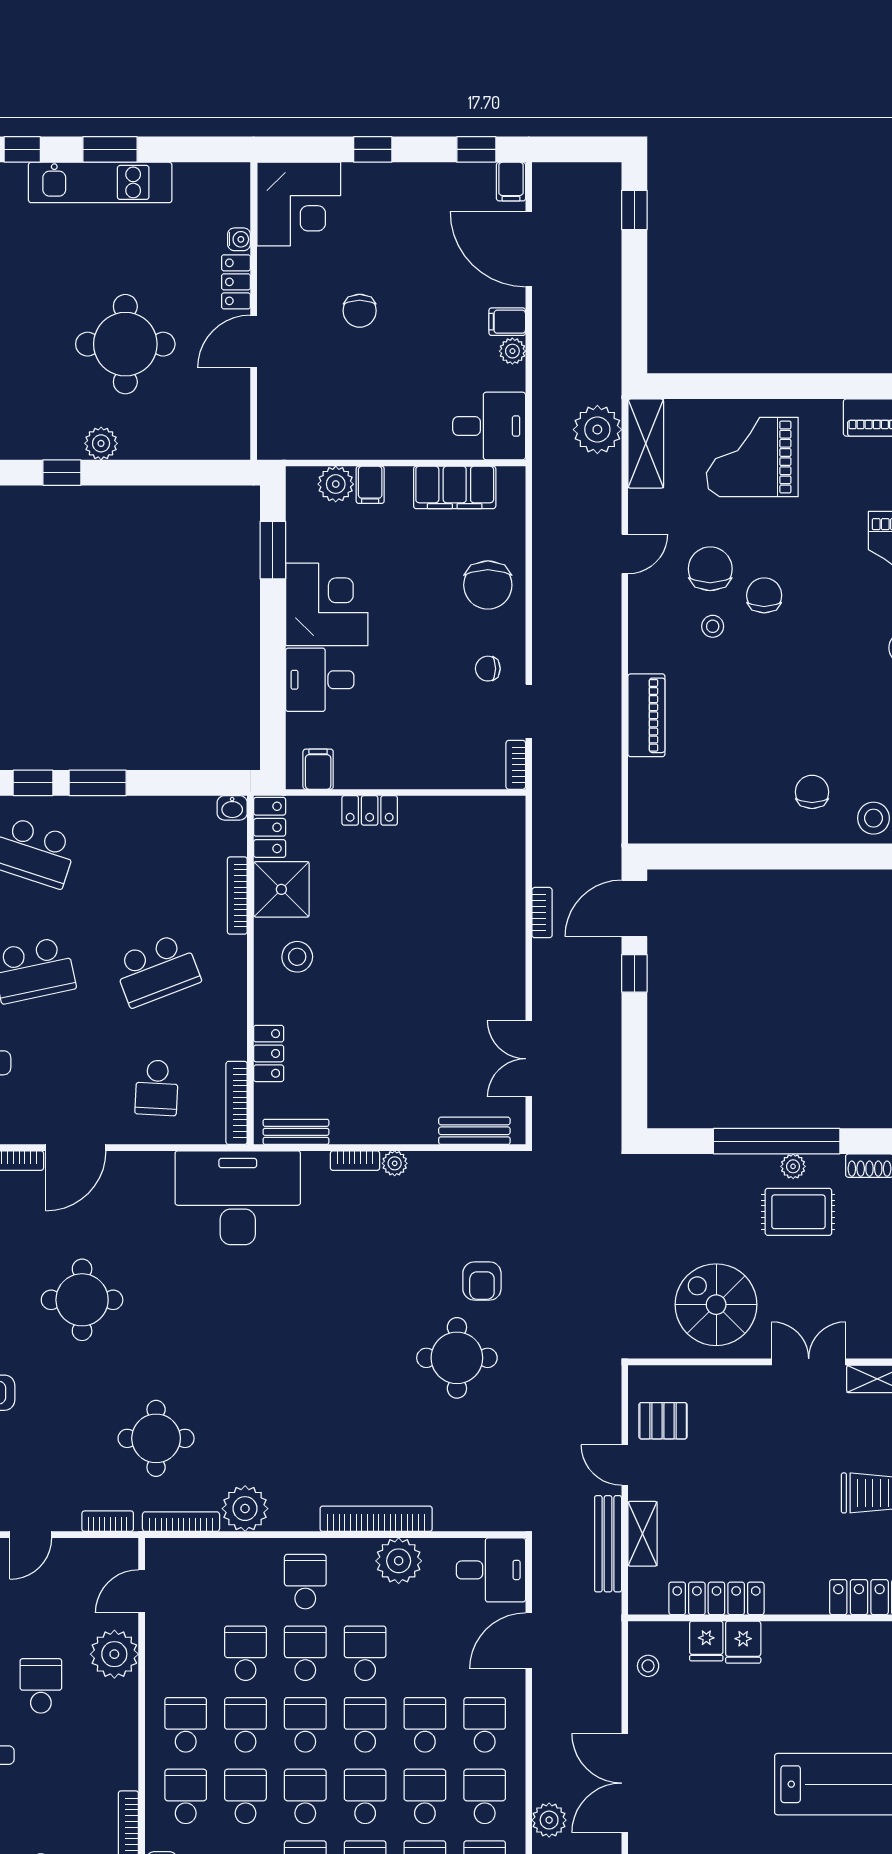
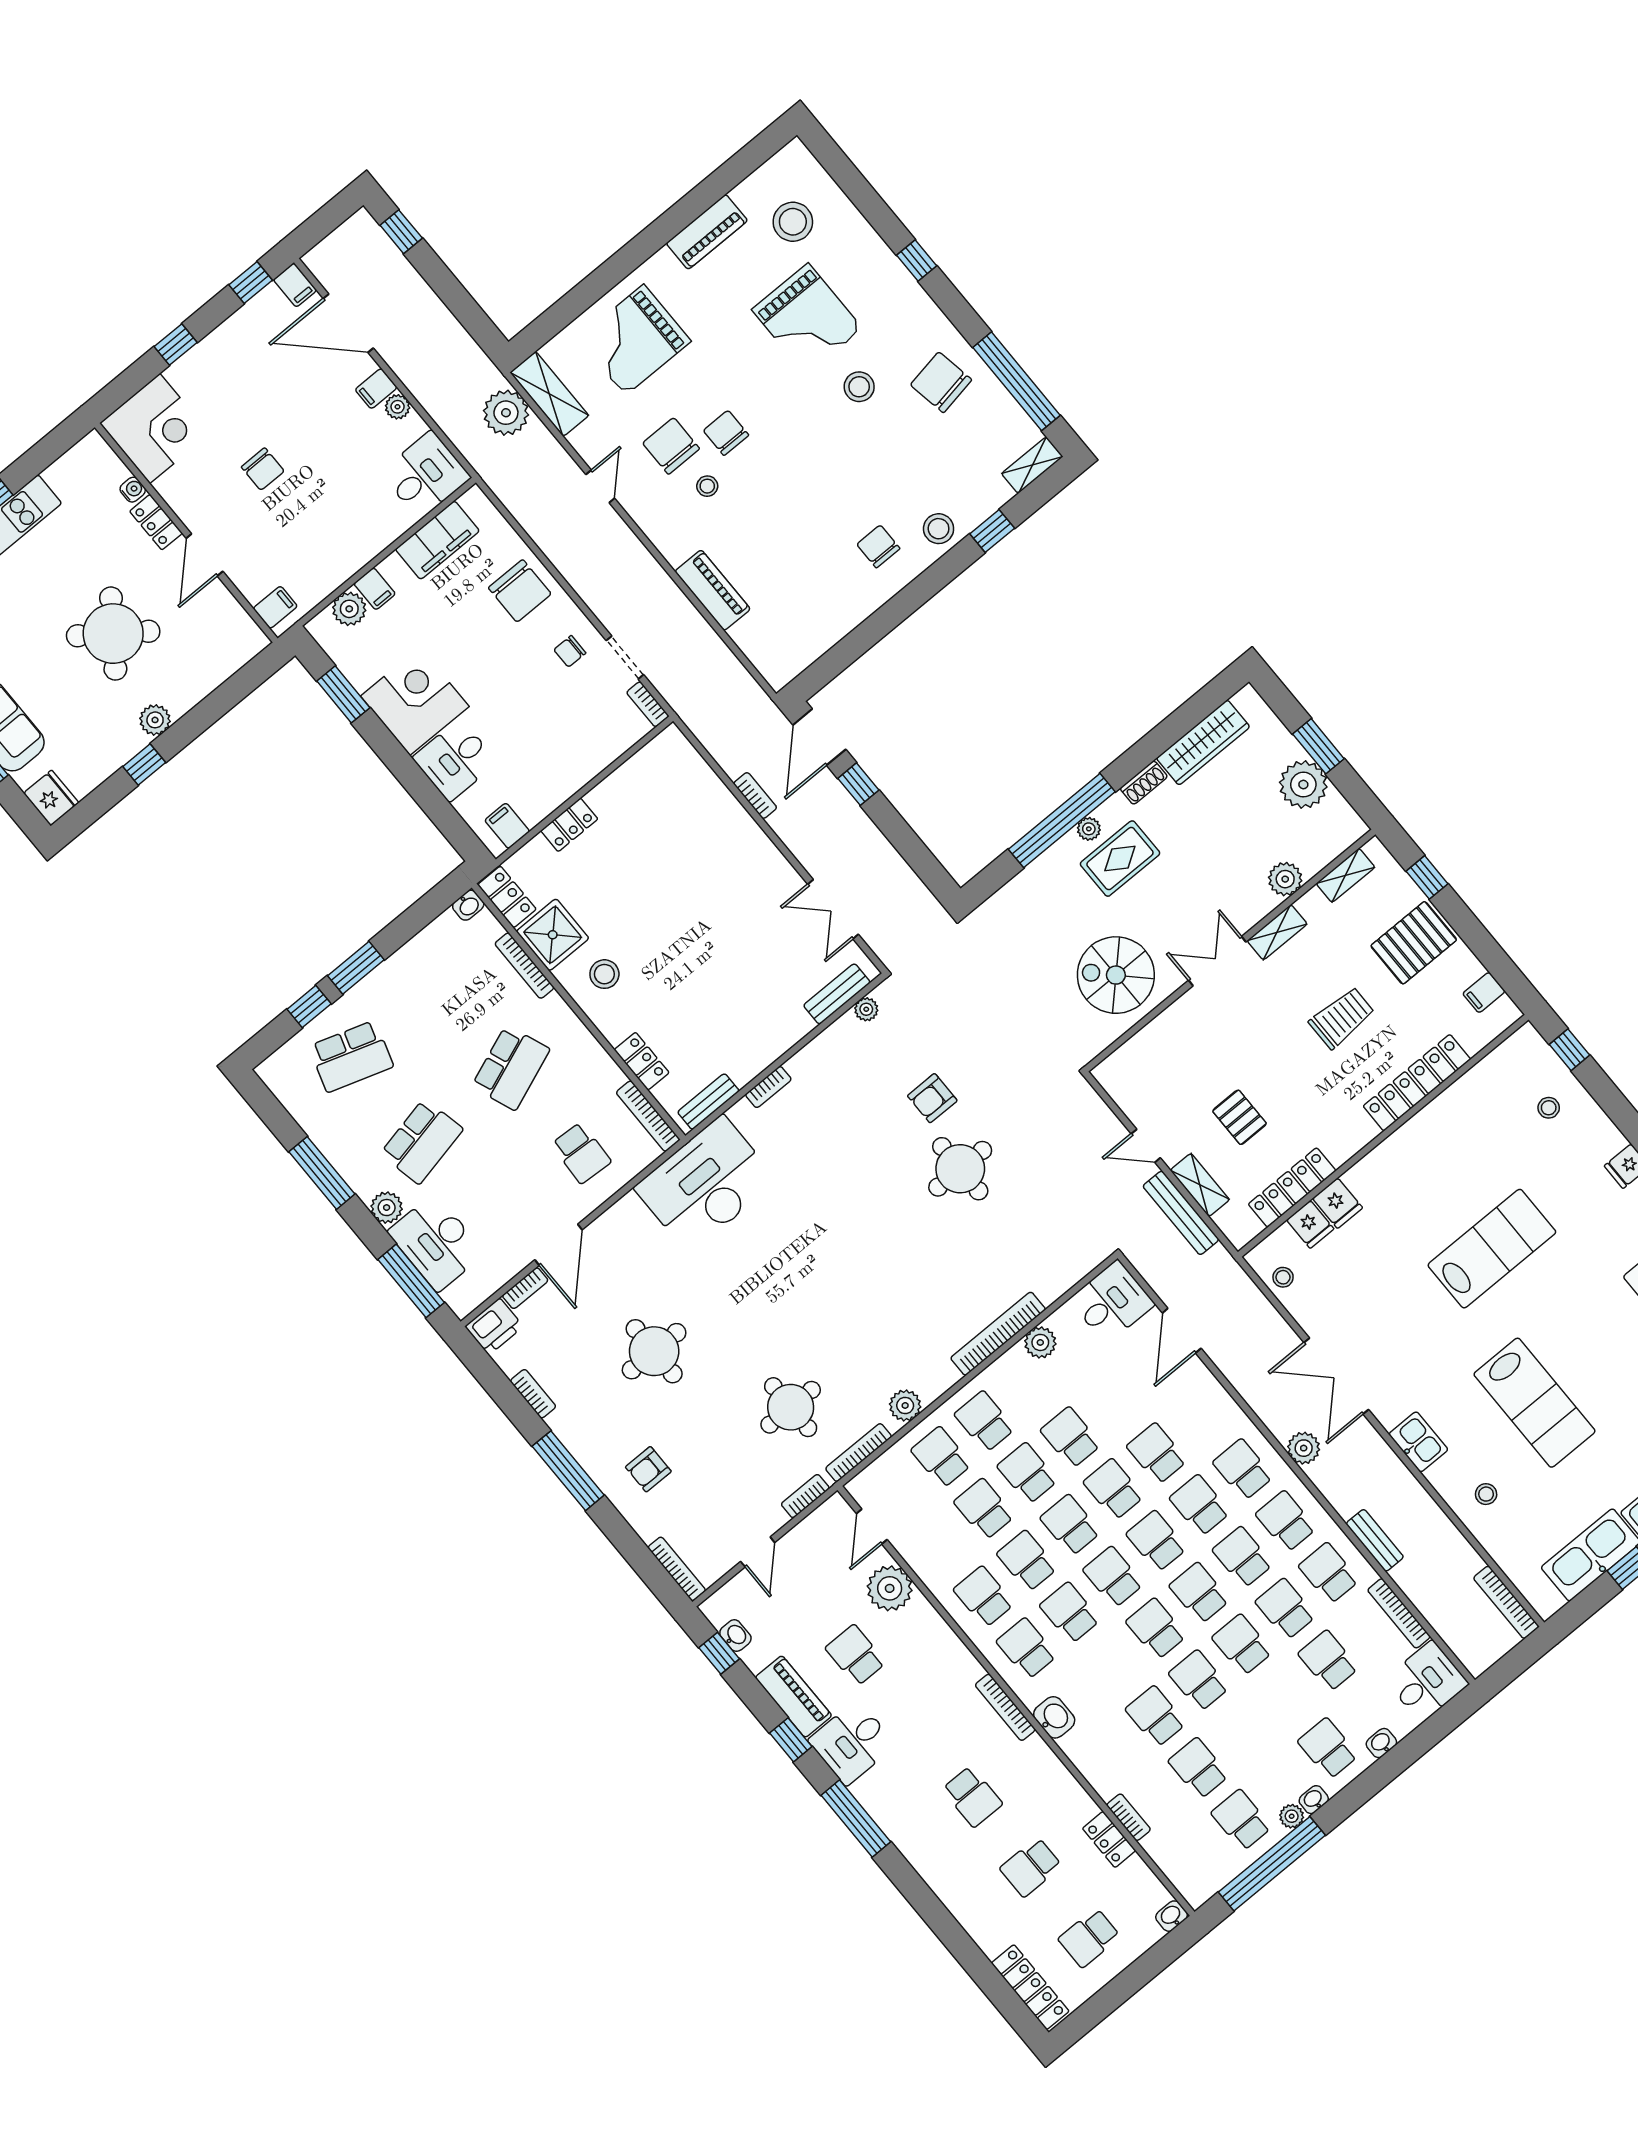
round table: (125, 344) -> (113, 634), turned 36
filing cabinet: (276, 433) -> (275, 607), added
plant: (395, 1163) -> (866, 1009), moved
armchair: (482, 1281) -> (932, 1098), turned 90
pallet: (663, 1421) -> (1239, 1117), moved, turned 90
plant: (245, 1509) -> (905, 1405), width x0.73, depth x0.73
plant: (399, 1561) -> (1040, 1342), width x0.73, depth x0.73
school desk: (485, 1725) -> (941, 1457), moved

